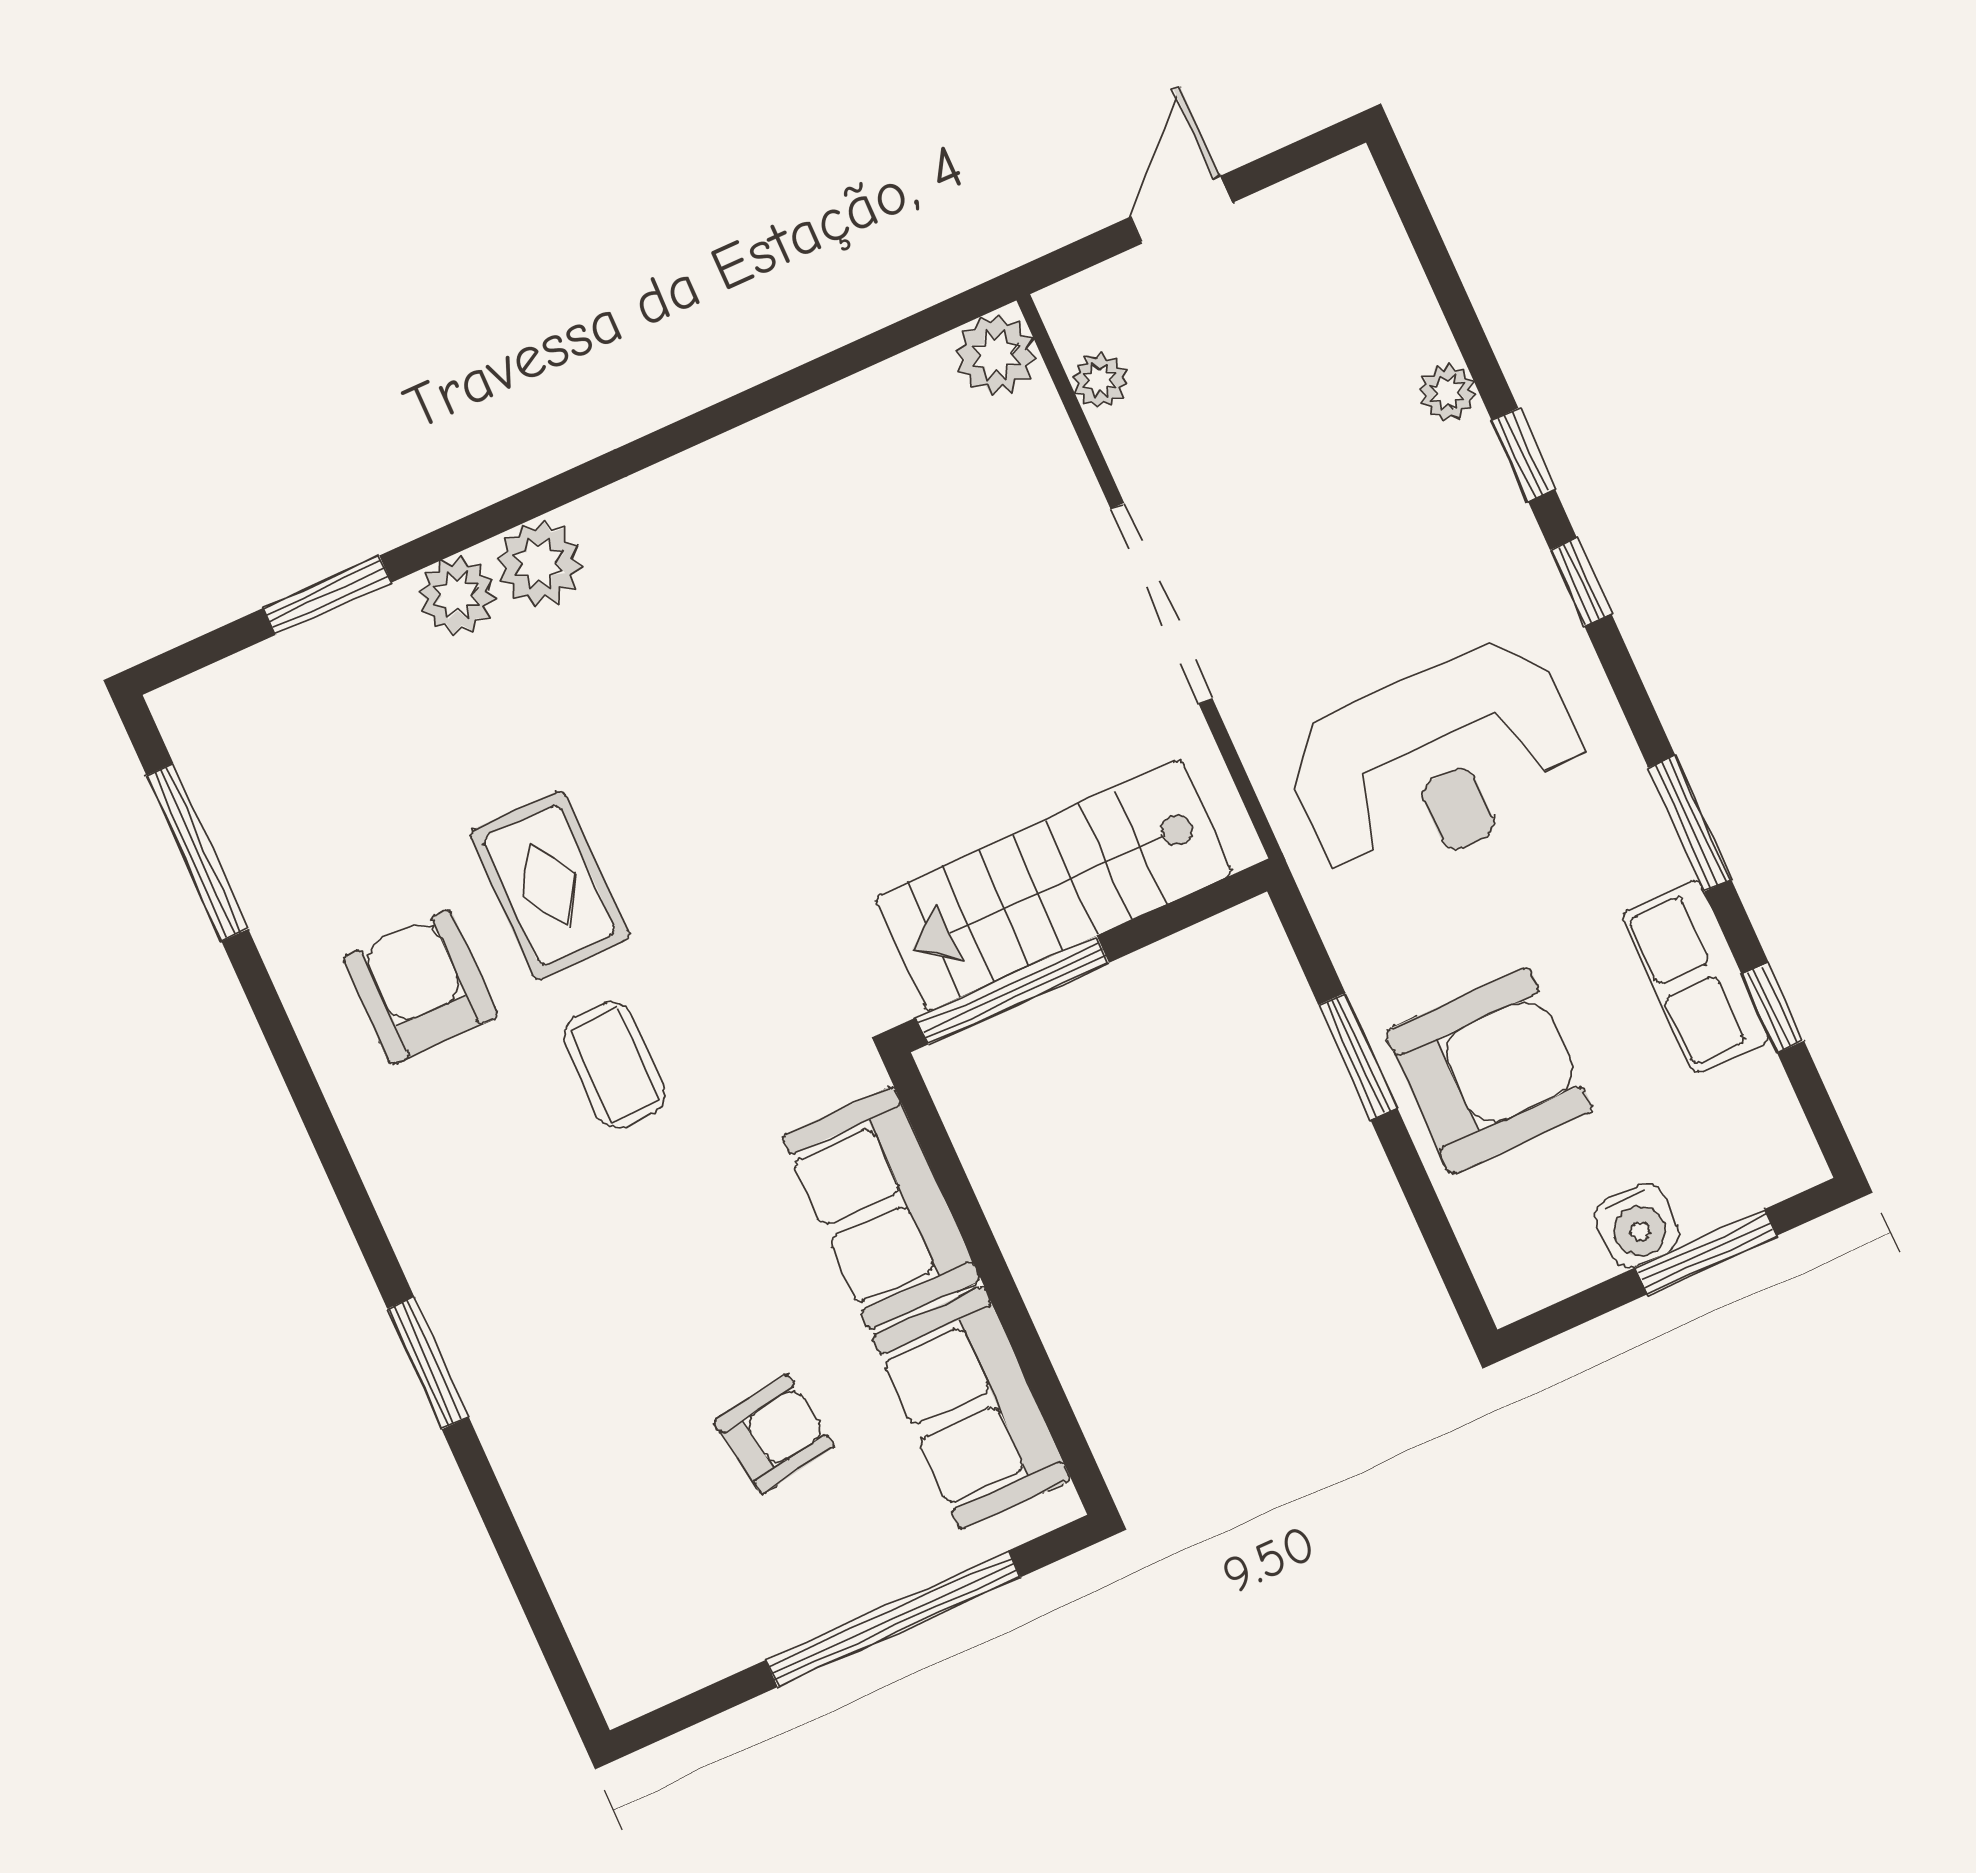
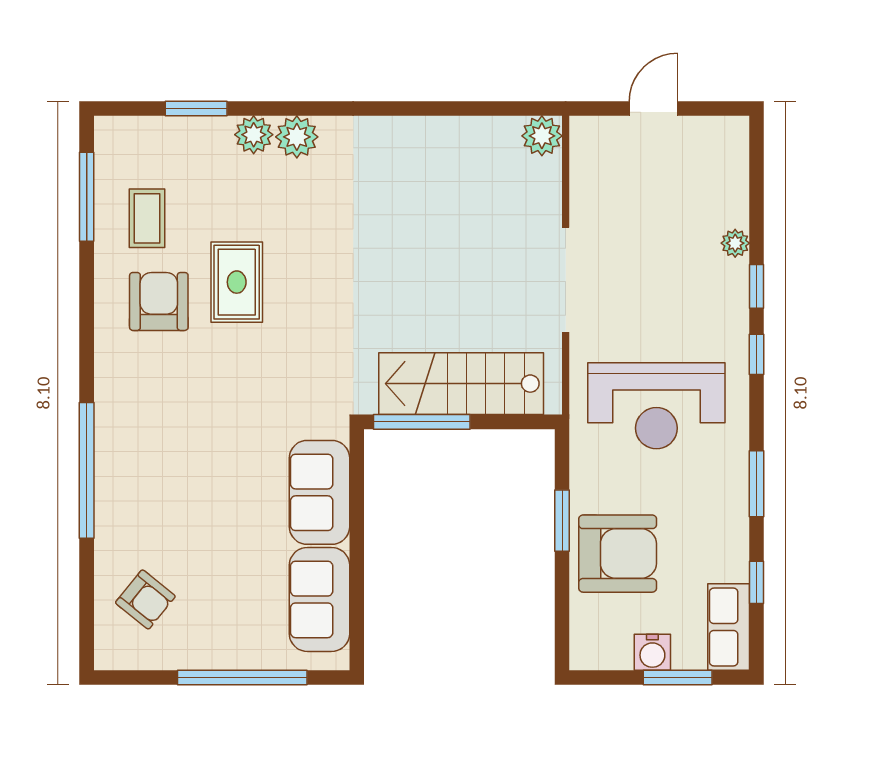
plant: (1100, 380) -> (583, 168), removed
row of seats: (1696, 976) -> (729, 627), moved
coffee table: (614, 1065) -> (147, 218), moved
window: (428, 1363) -> (87, 470), width x2.11
armchair: (774, 1434) -> (145, 599), moved, turned 48

